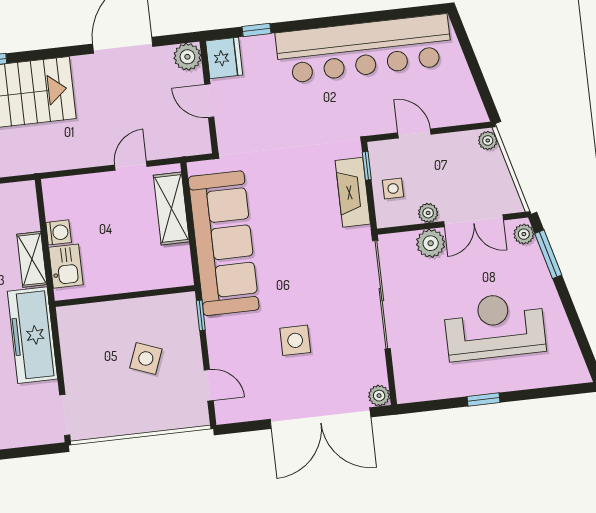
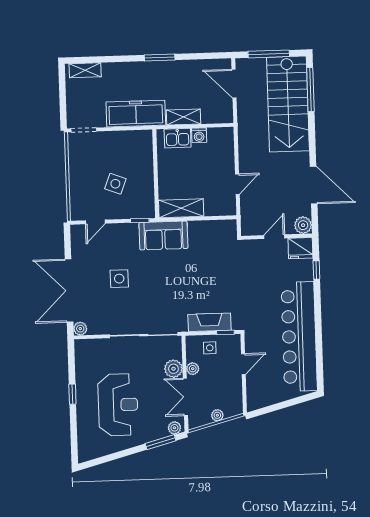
plant: (488, 141) -> (217, 415), moved
door: (131, 166) -> (237, 184), hinge flipped
shelving: (171, 208) -> (181, 208), moved
sofa: (224, 243) -> (163, 235), width x0.54, depth x0.79

